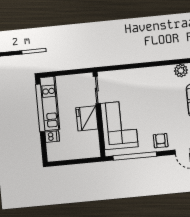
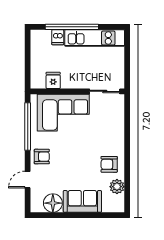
armchair: (162, 79) -> (109, 164), added
window: (40, 108) -> (72, 27), moved
fridge: (87, 118) -> (53, 80), moved, width x0.53, depth x0.75

